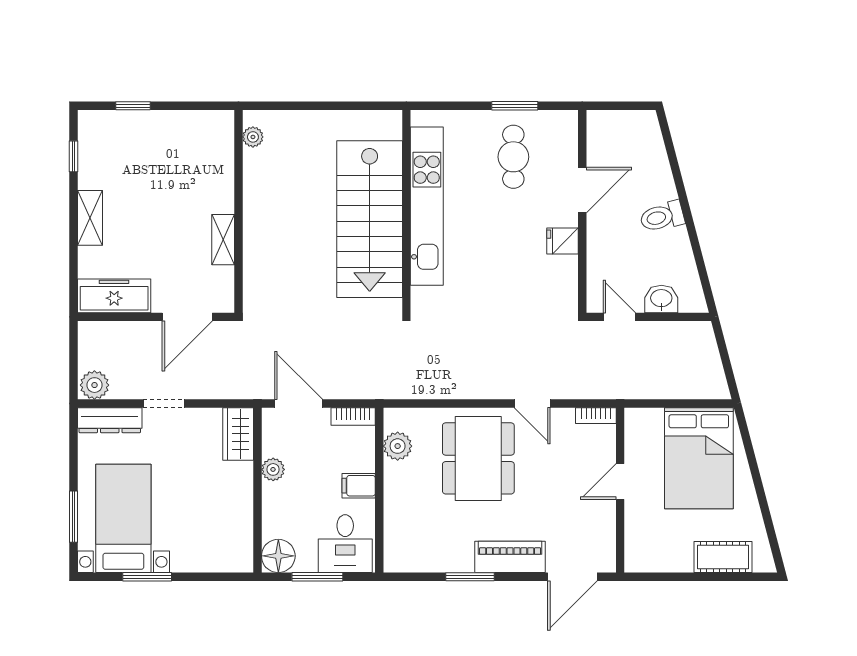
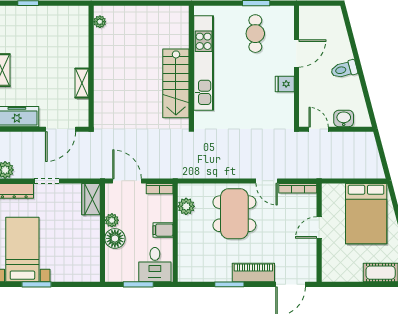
stairs: (370, 219) -> (176, 83), width x0.73, depth x0.66
bookcase: (596, 416) -> (298, 188), width x1.56
floor lamp: (278, 556) -> (115, 238), moved

